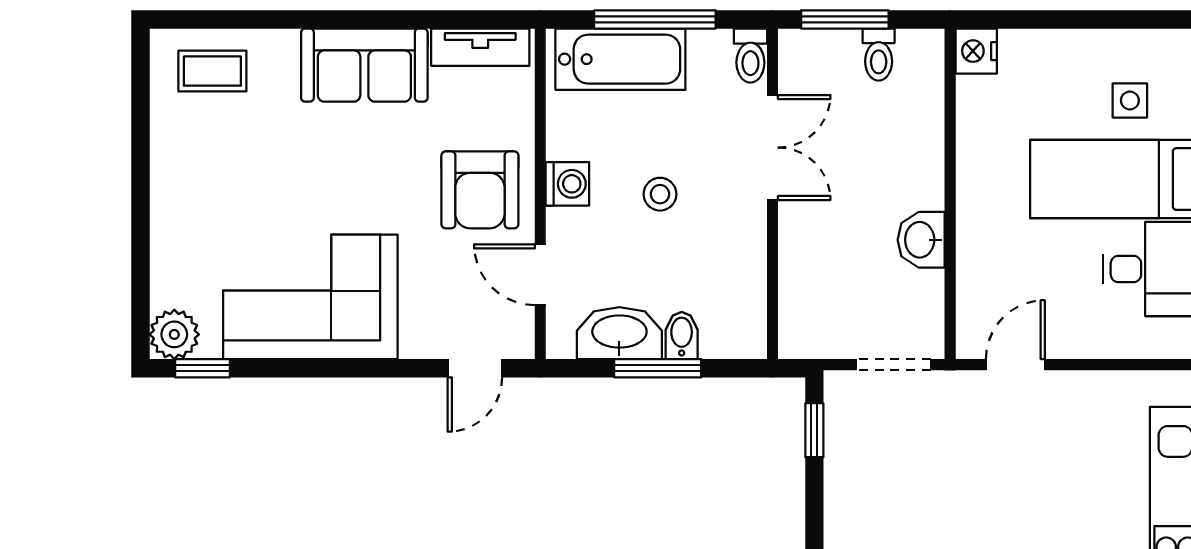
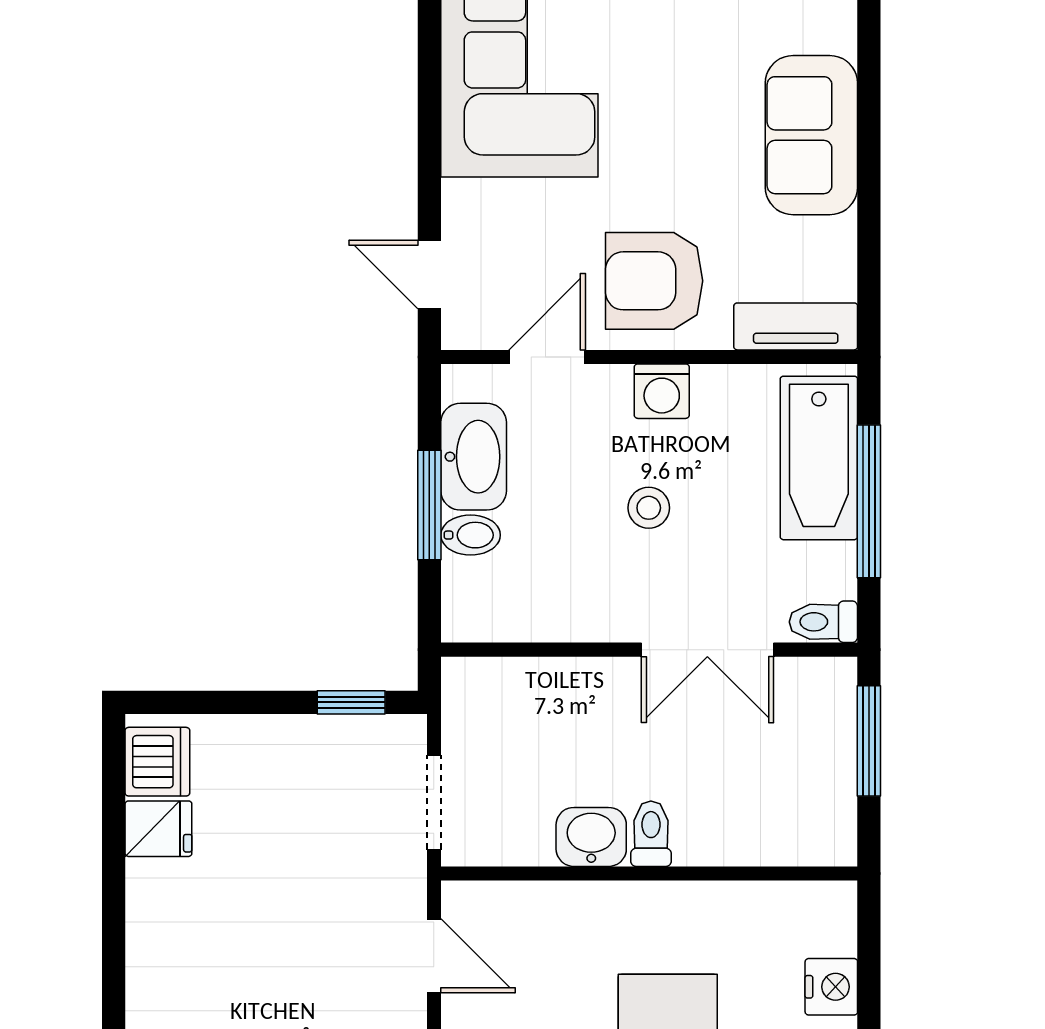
tv unit: (480, 47) -> (796, 326), moved, turned 90
nightstand: (976, 51) -> (831, 987), moved, turned 90
toilet: (879, 55) -> (651, 834), moved, turned 90

